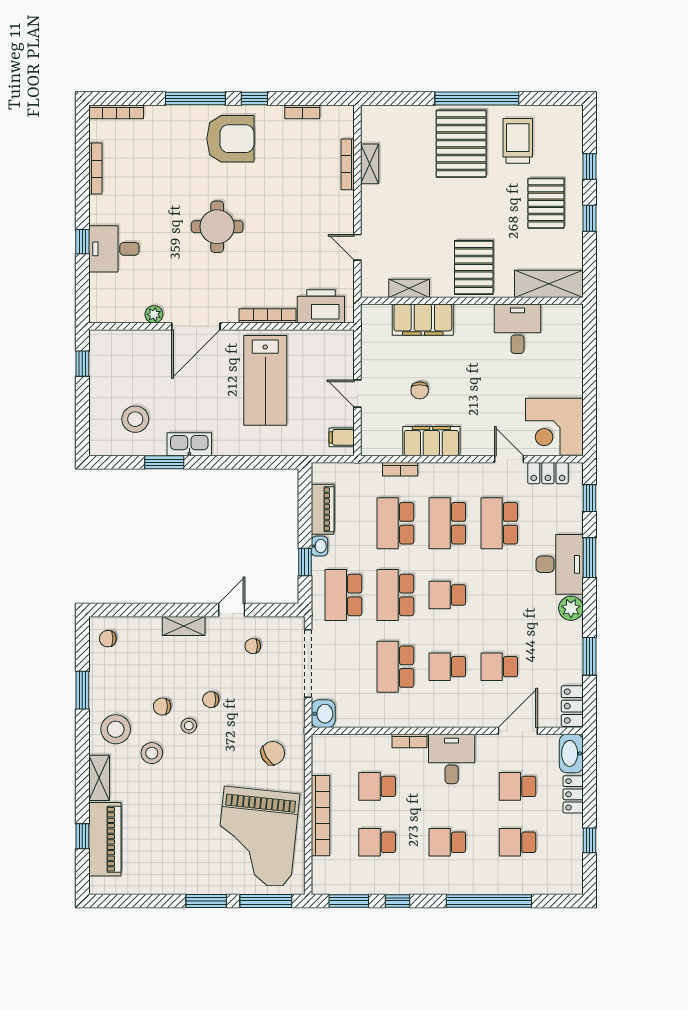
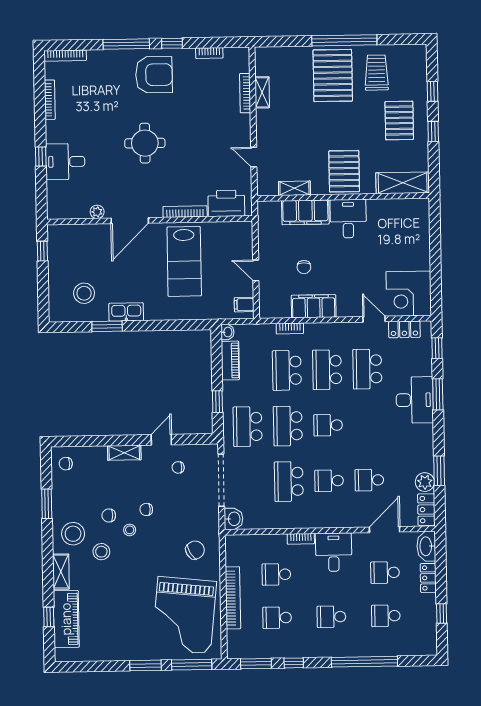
desk: (517, 329) -> (348, 219), moved
washbasin: (320, 546) -> (228, 332), moved
plant: (571, 608) -> (425, 482), moved

